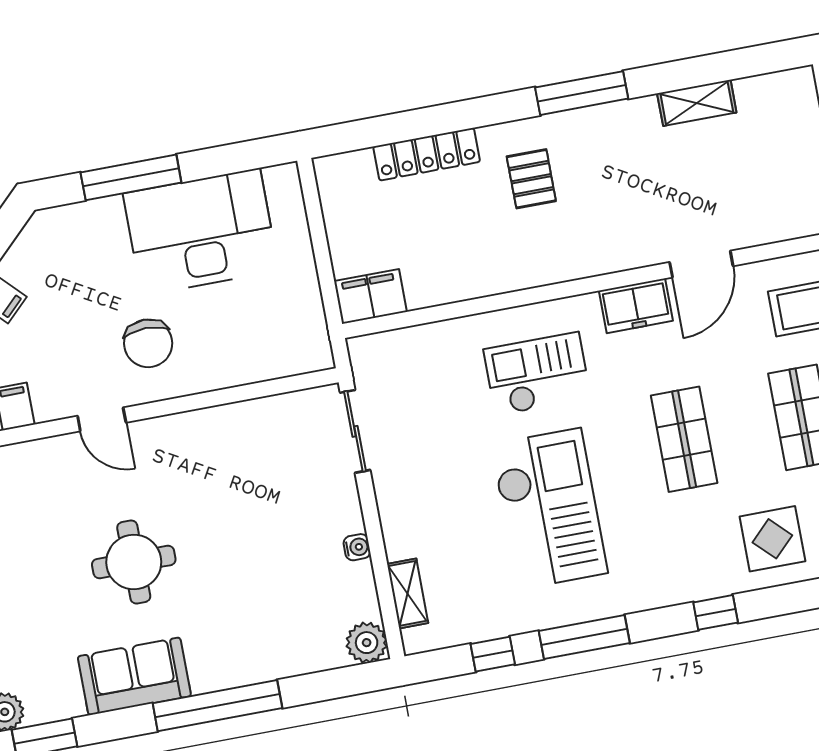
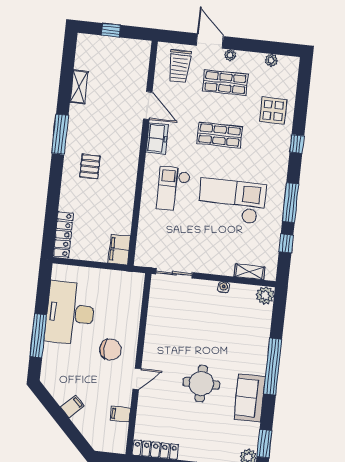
locker: (427, 154) -> (63, 235), moved
pallet: (531, 179) -> (90, 166), turned 90

